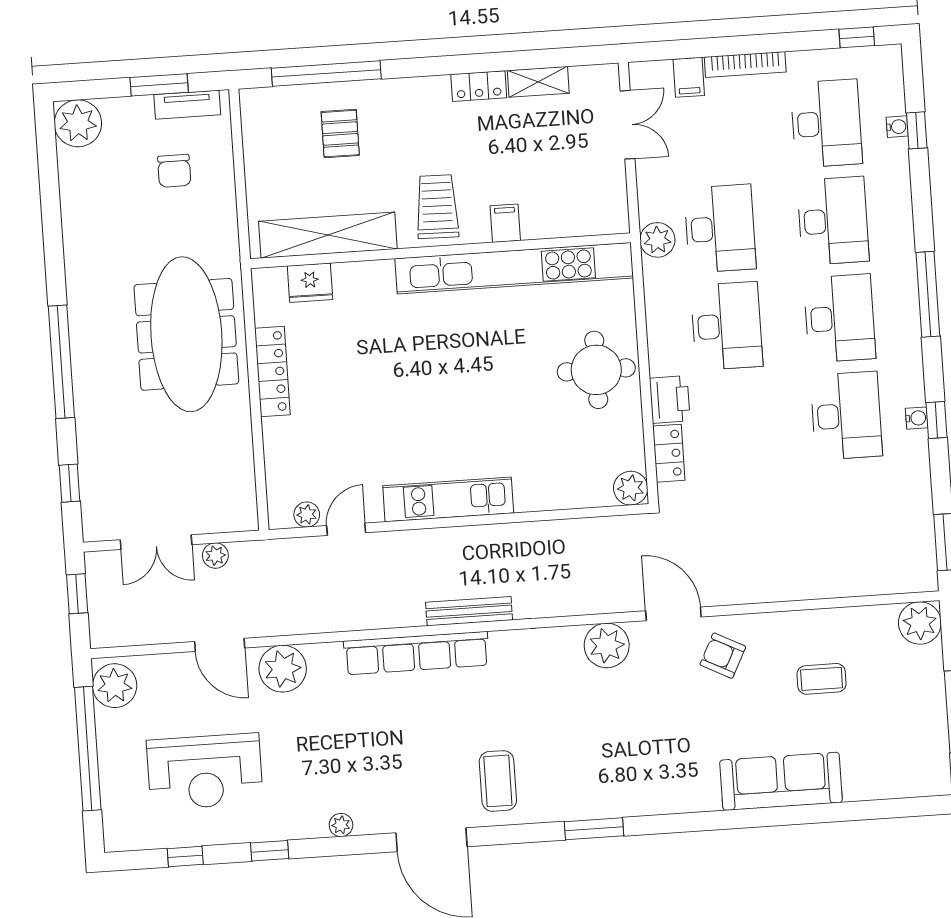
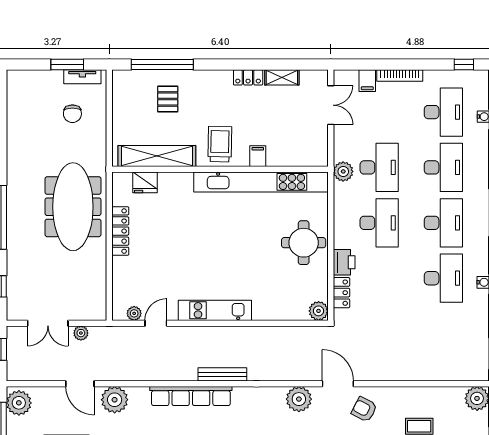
plant: (78, 123) -> (20, 83), removed

